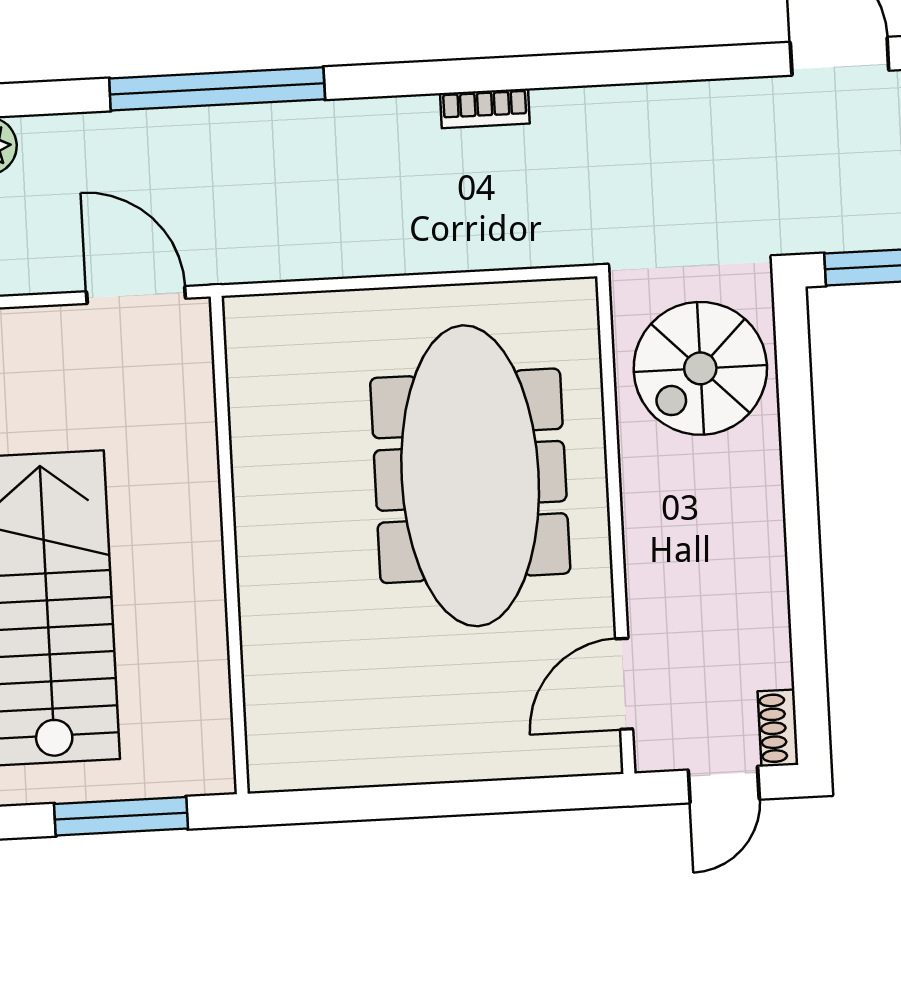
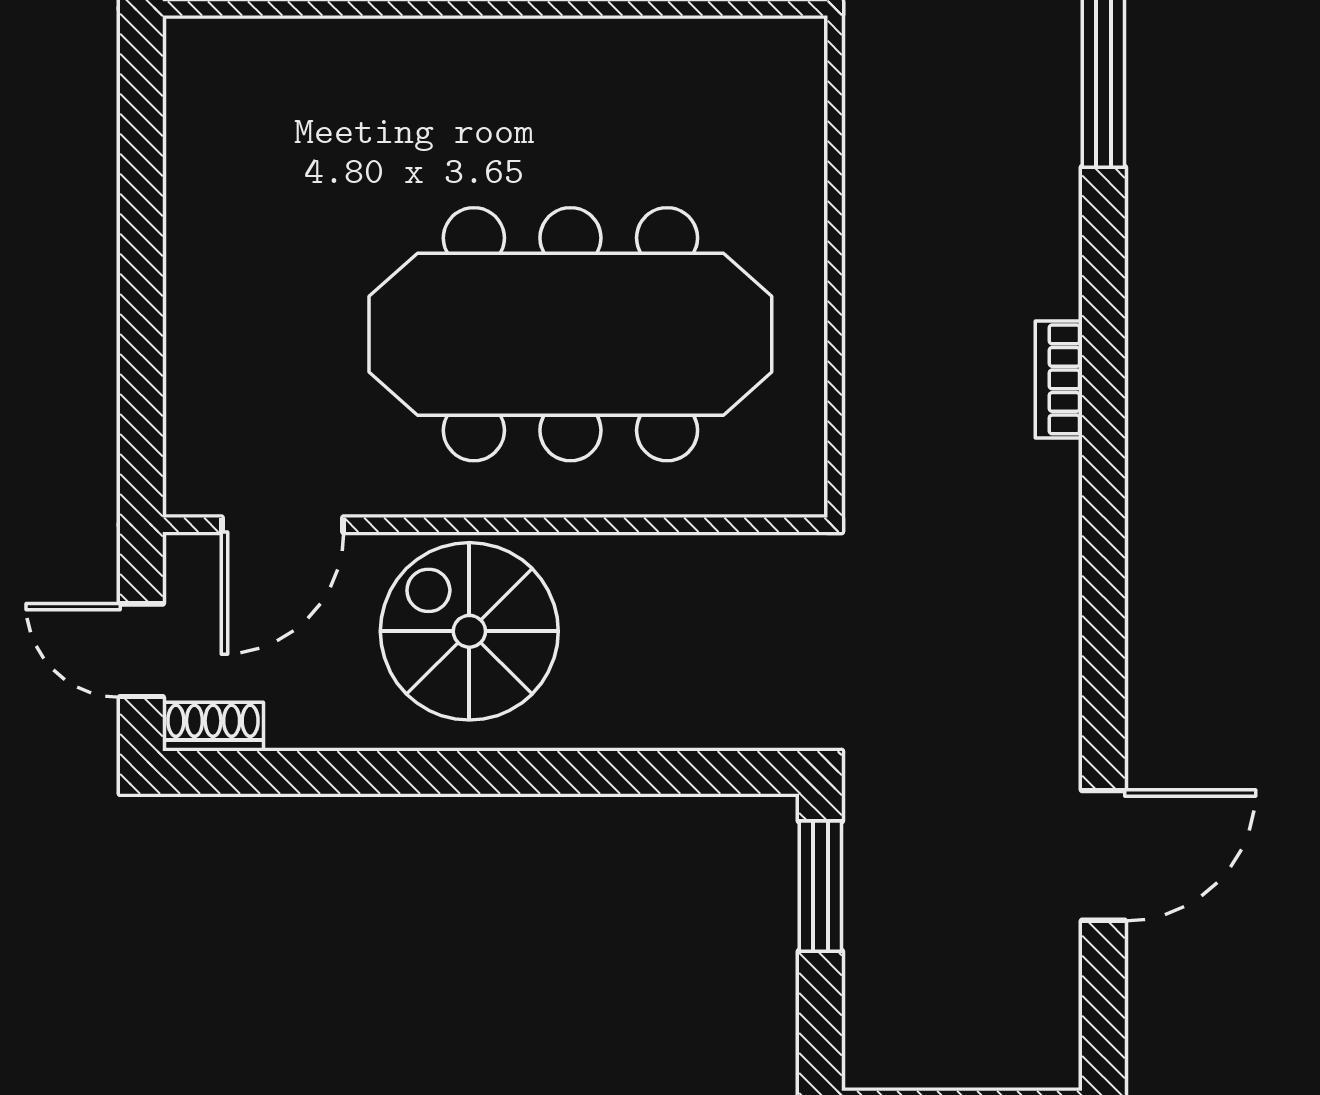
spiral stairs: (700, 368) -> (469, 631), moved
door: (624, 684) -> (283, 525), swing flipped

